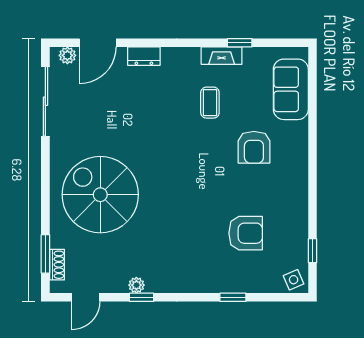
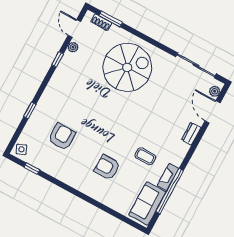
window: (240, 43) -> (170, 191), width x3.17
sofa: (291, 89) -> (147, 203), moved, turned -90
armchair: (246, 233) -> (62, 137), turned 180
plant: (136, 285) -> (73, 47), moved

